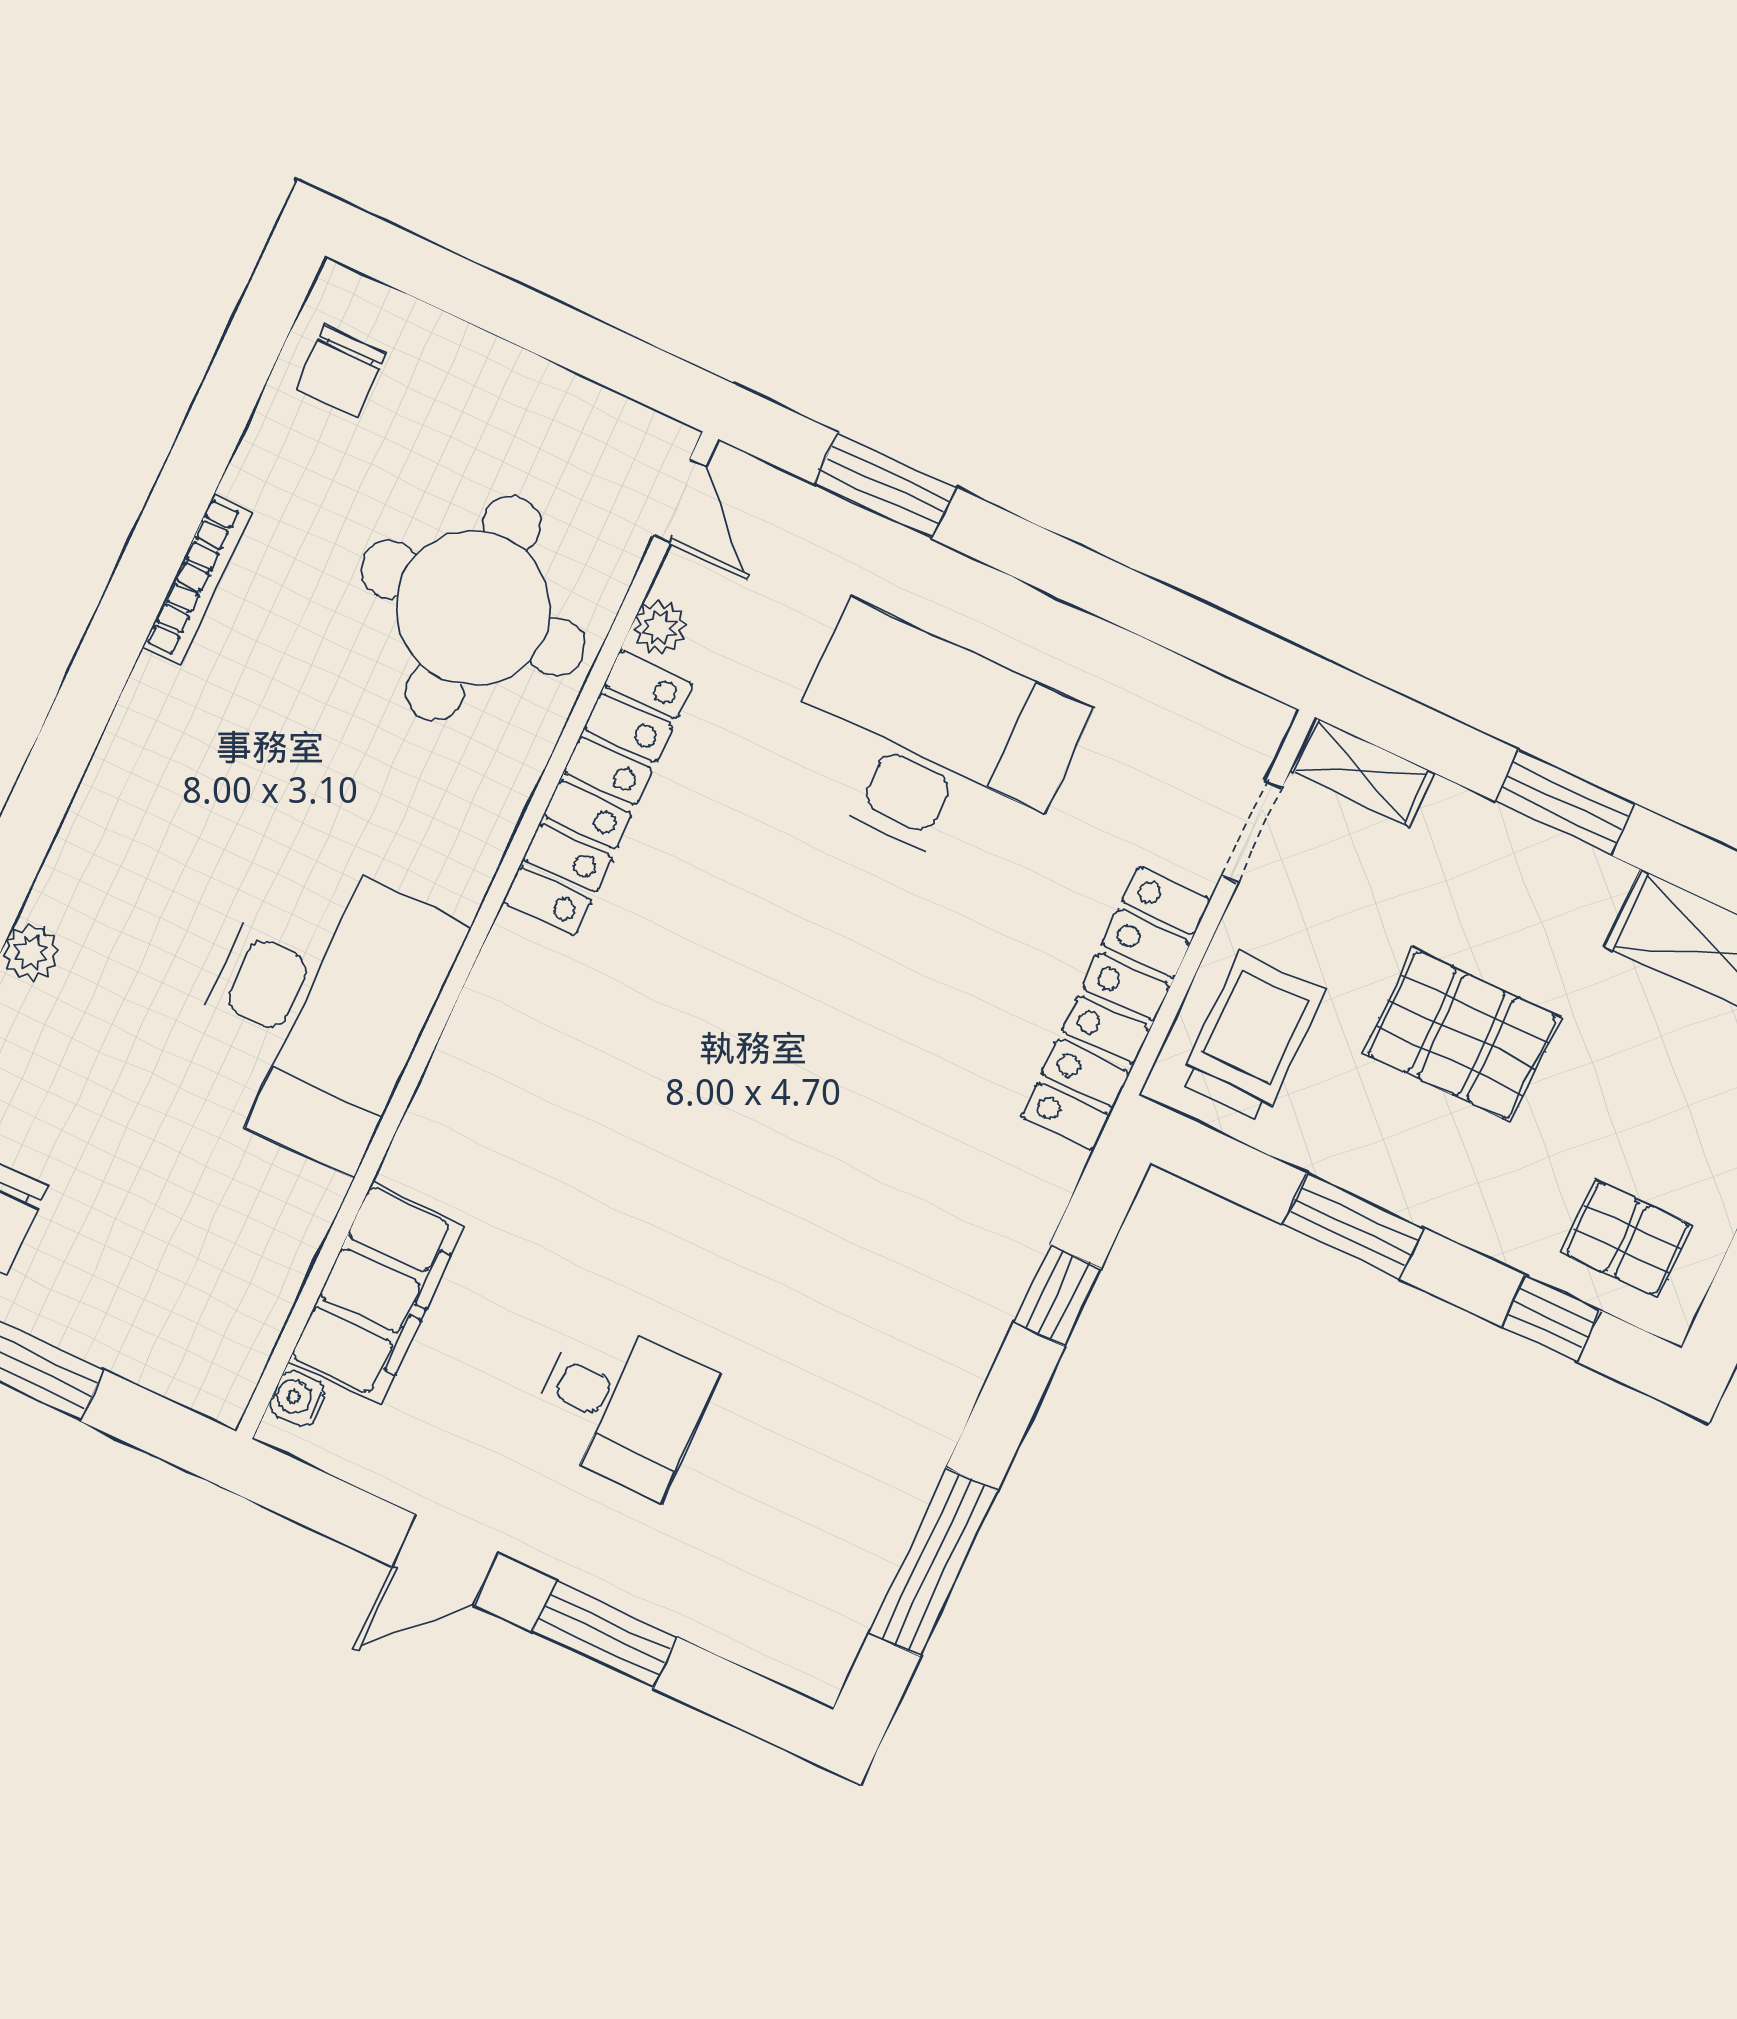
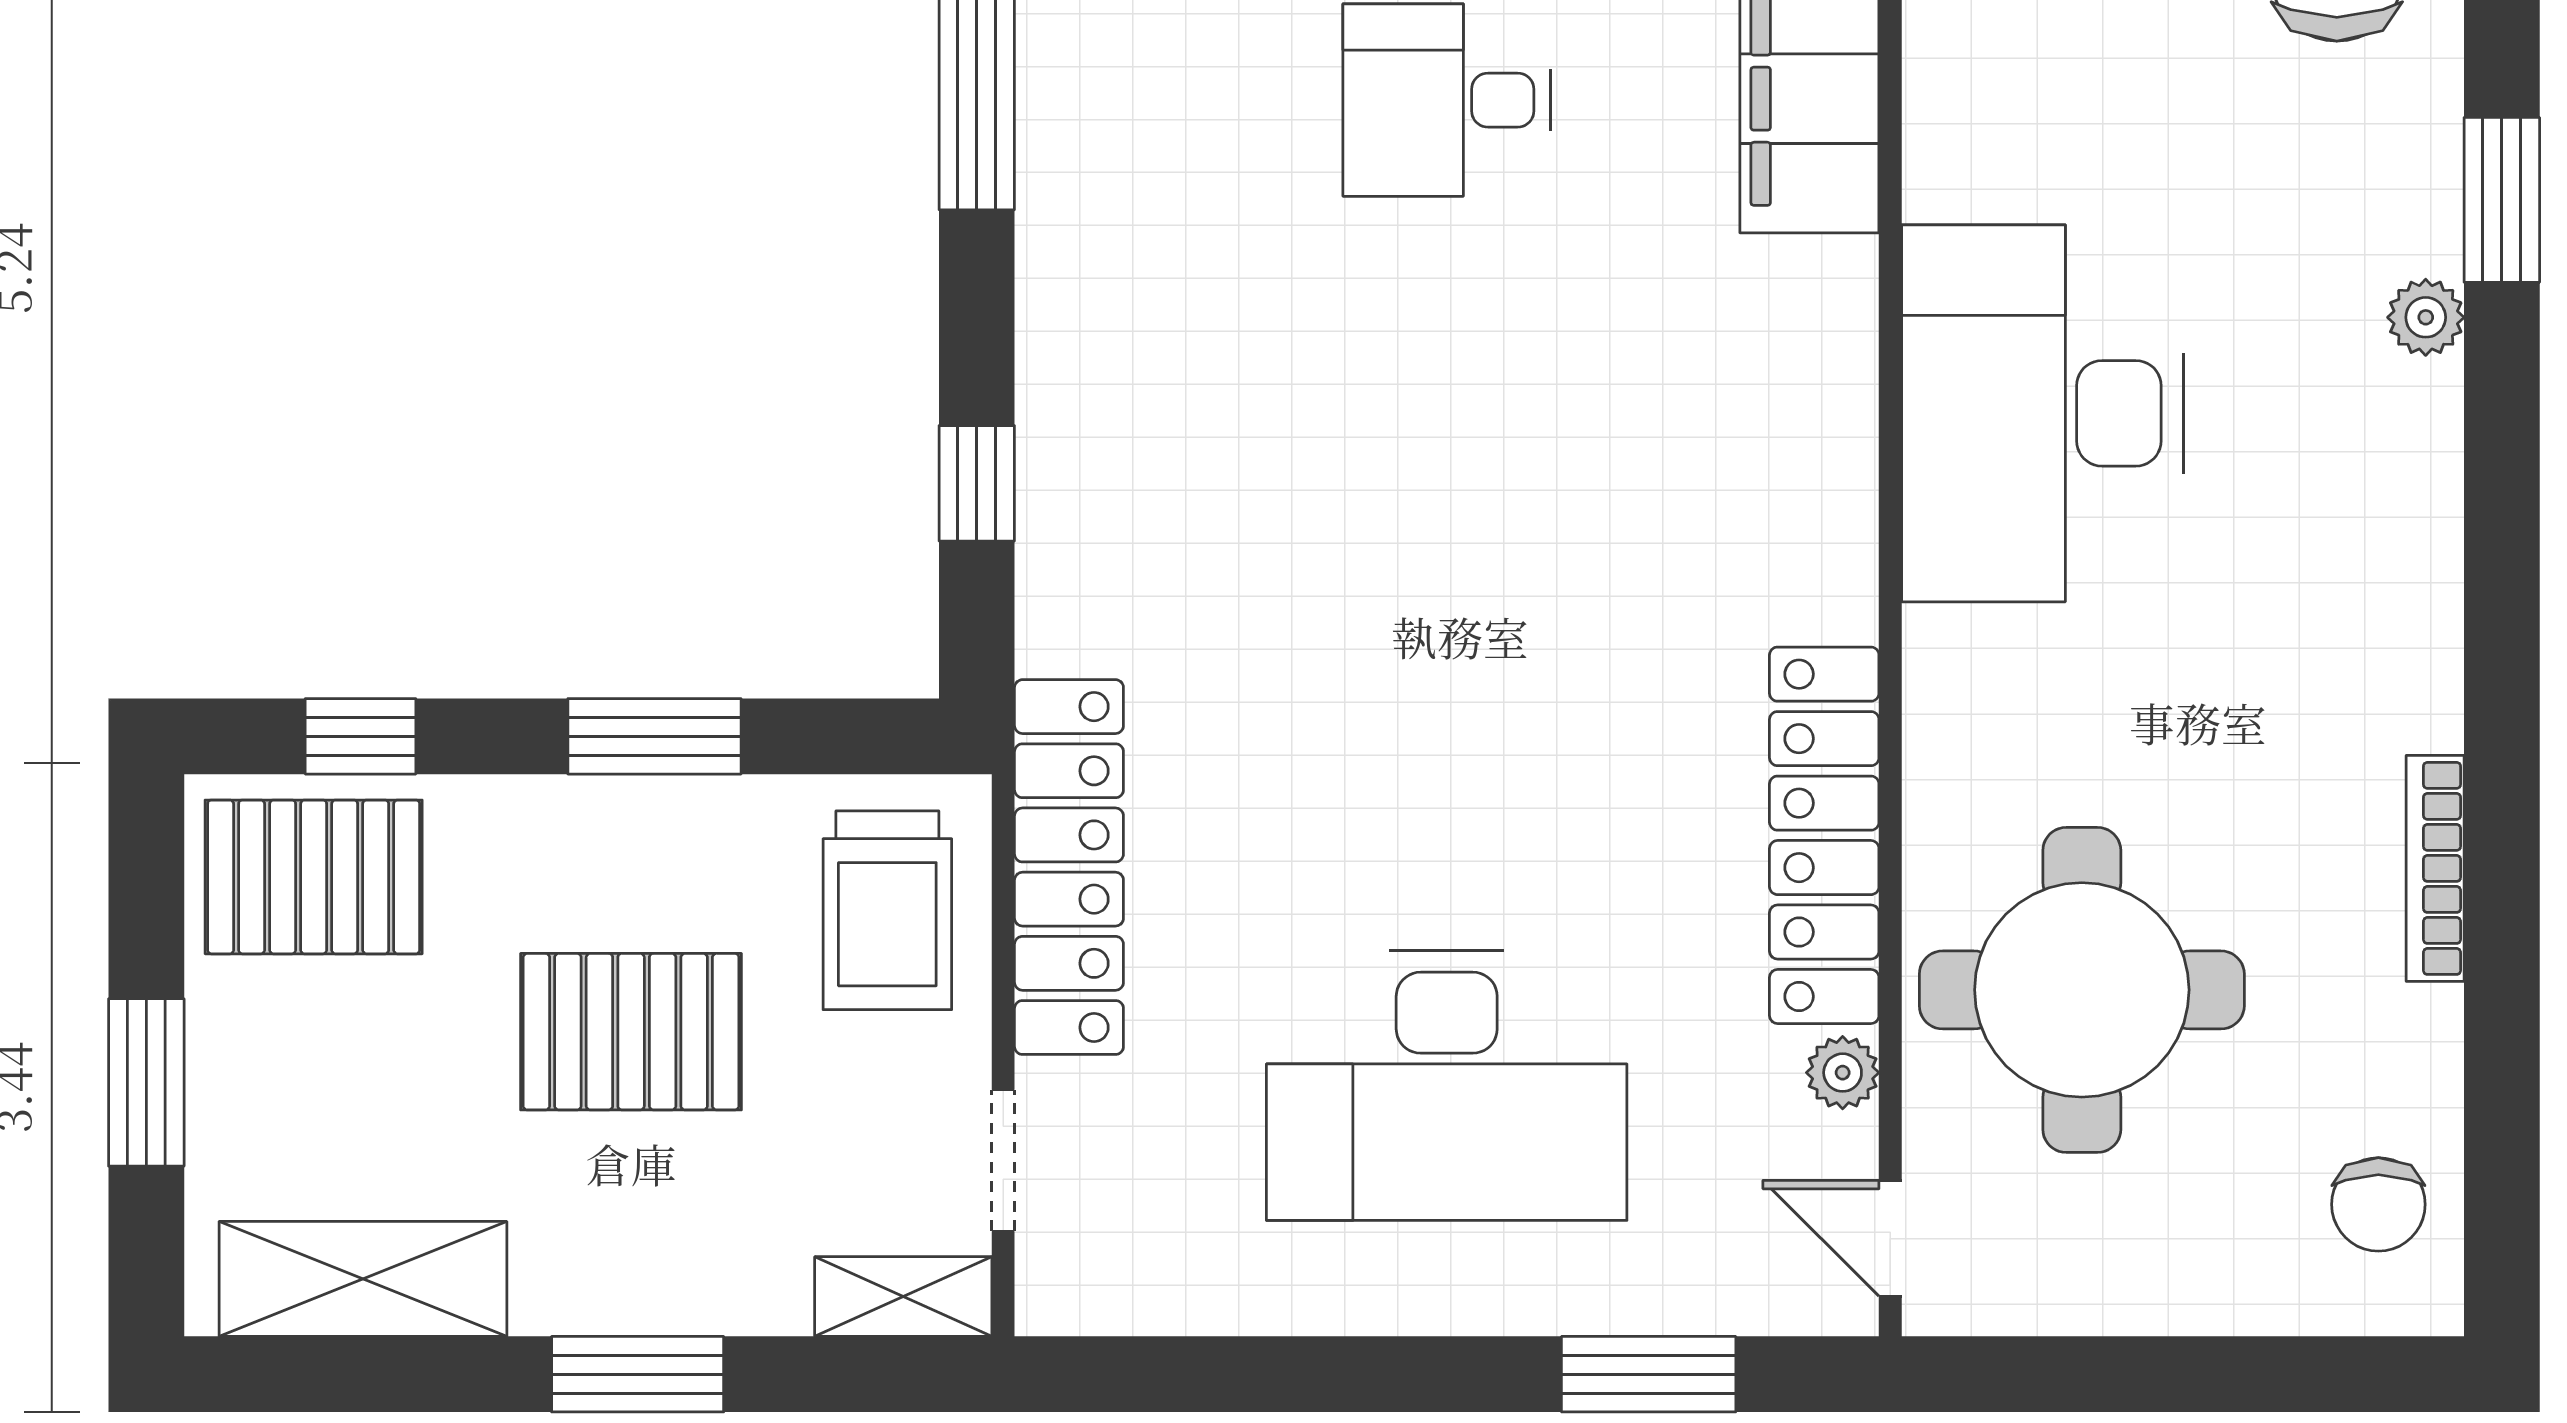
chair: (341, 371) -> (2378, 1204), turned 180
pallet: (1627, 1239) -> (314, 877), width x1.50, depth x1.42

